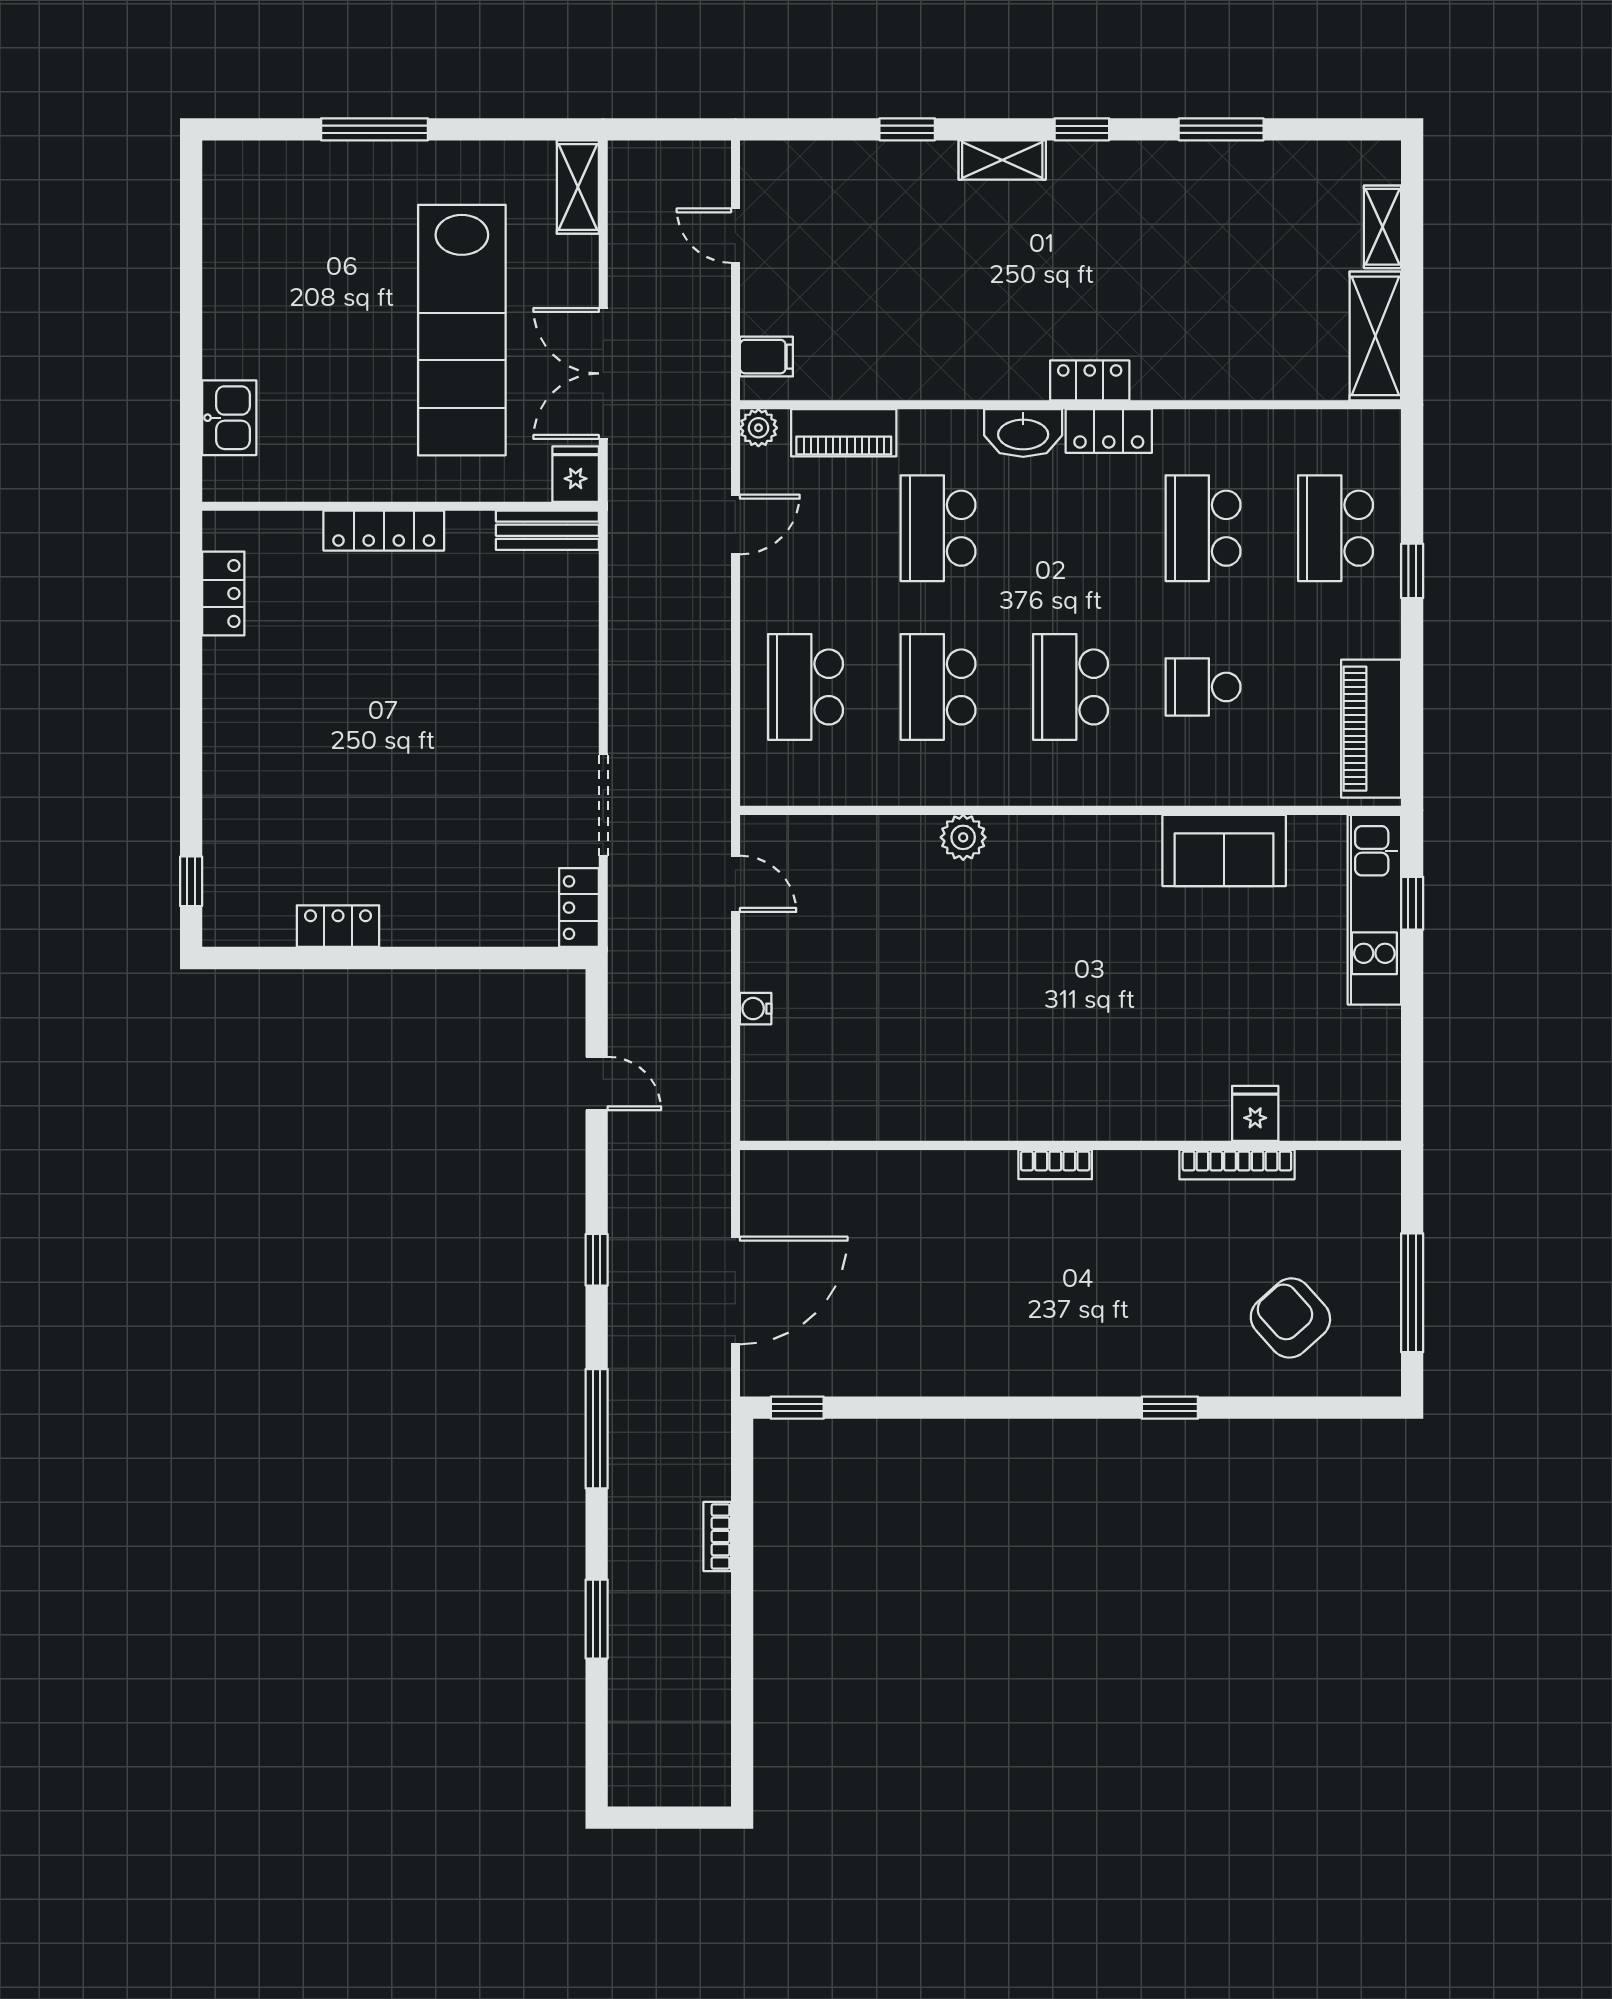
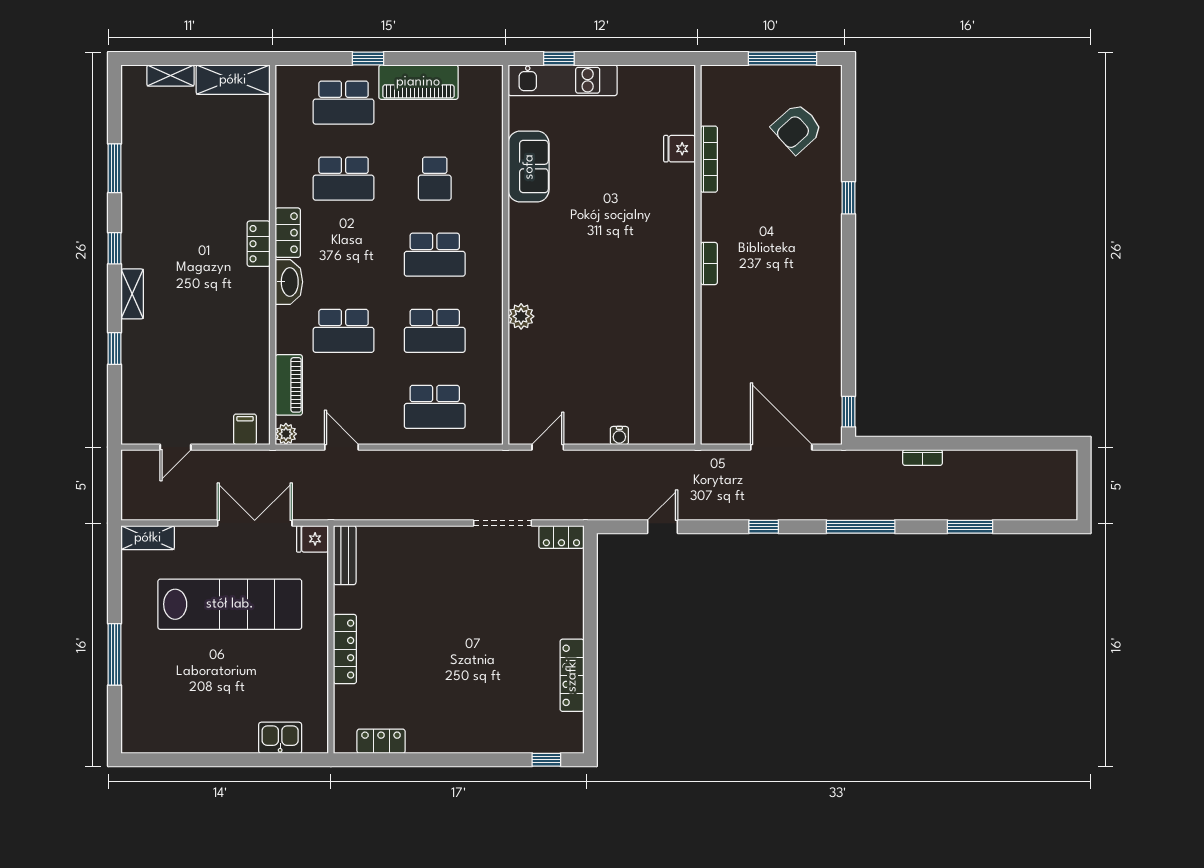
double door: (603, 373) -> (255, 523), swing flipped
piano: (1371, 729) -> (418, 82), moved
locker: (338, 926) -> (572, 675), width x1.53

